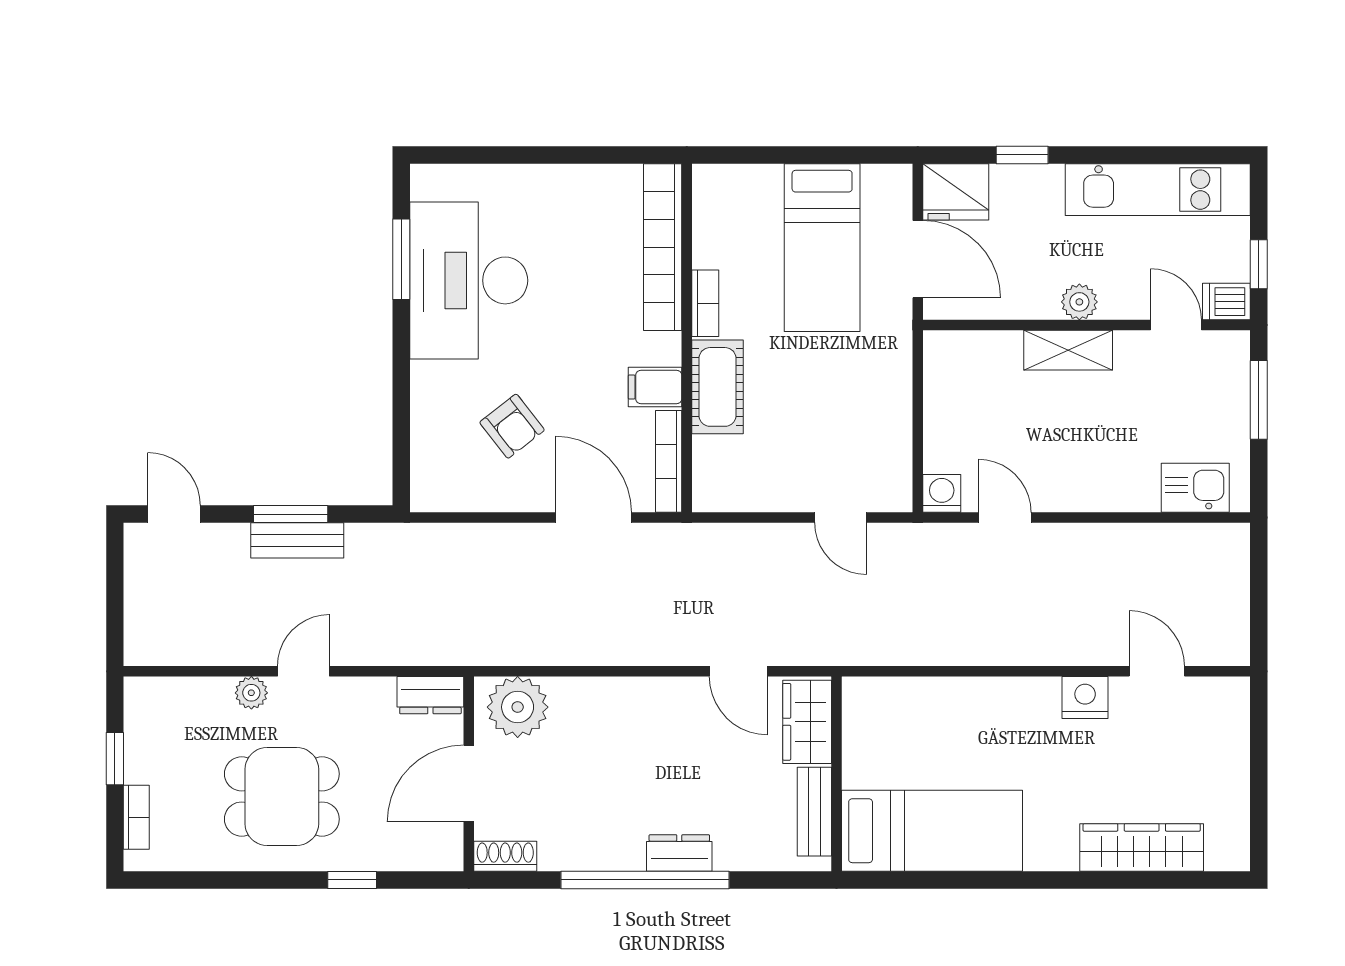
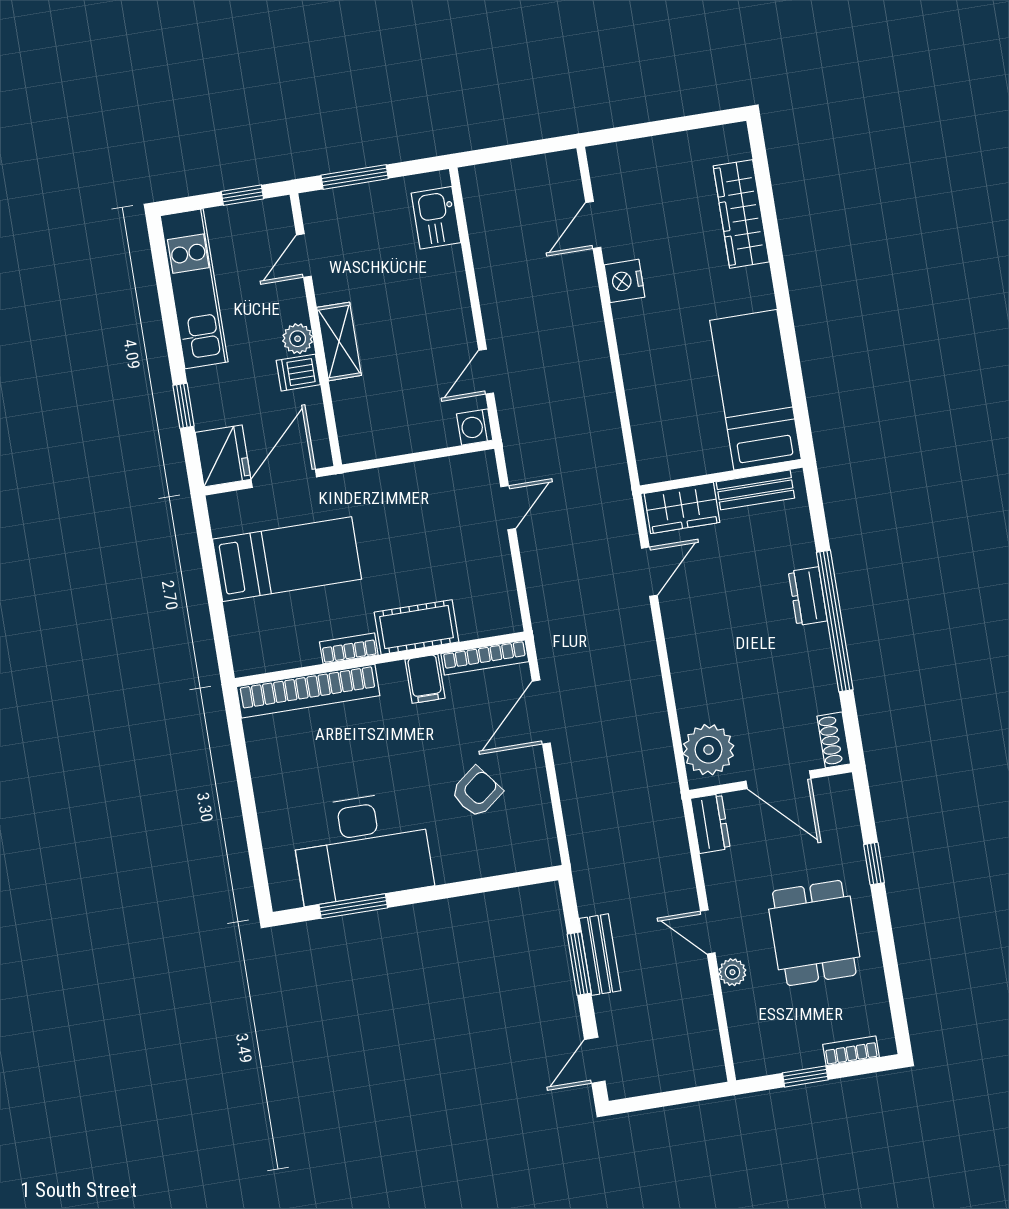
dishwasher: (1226, 302) -> (298, 373), moved, turned 90

